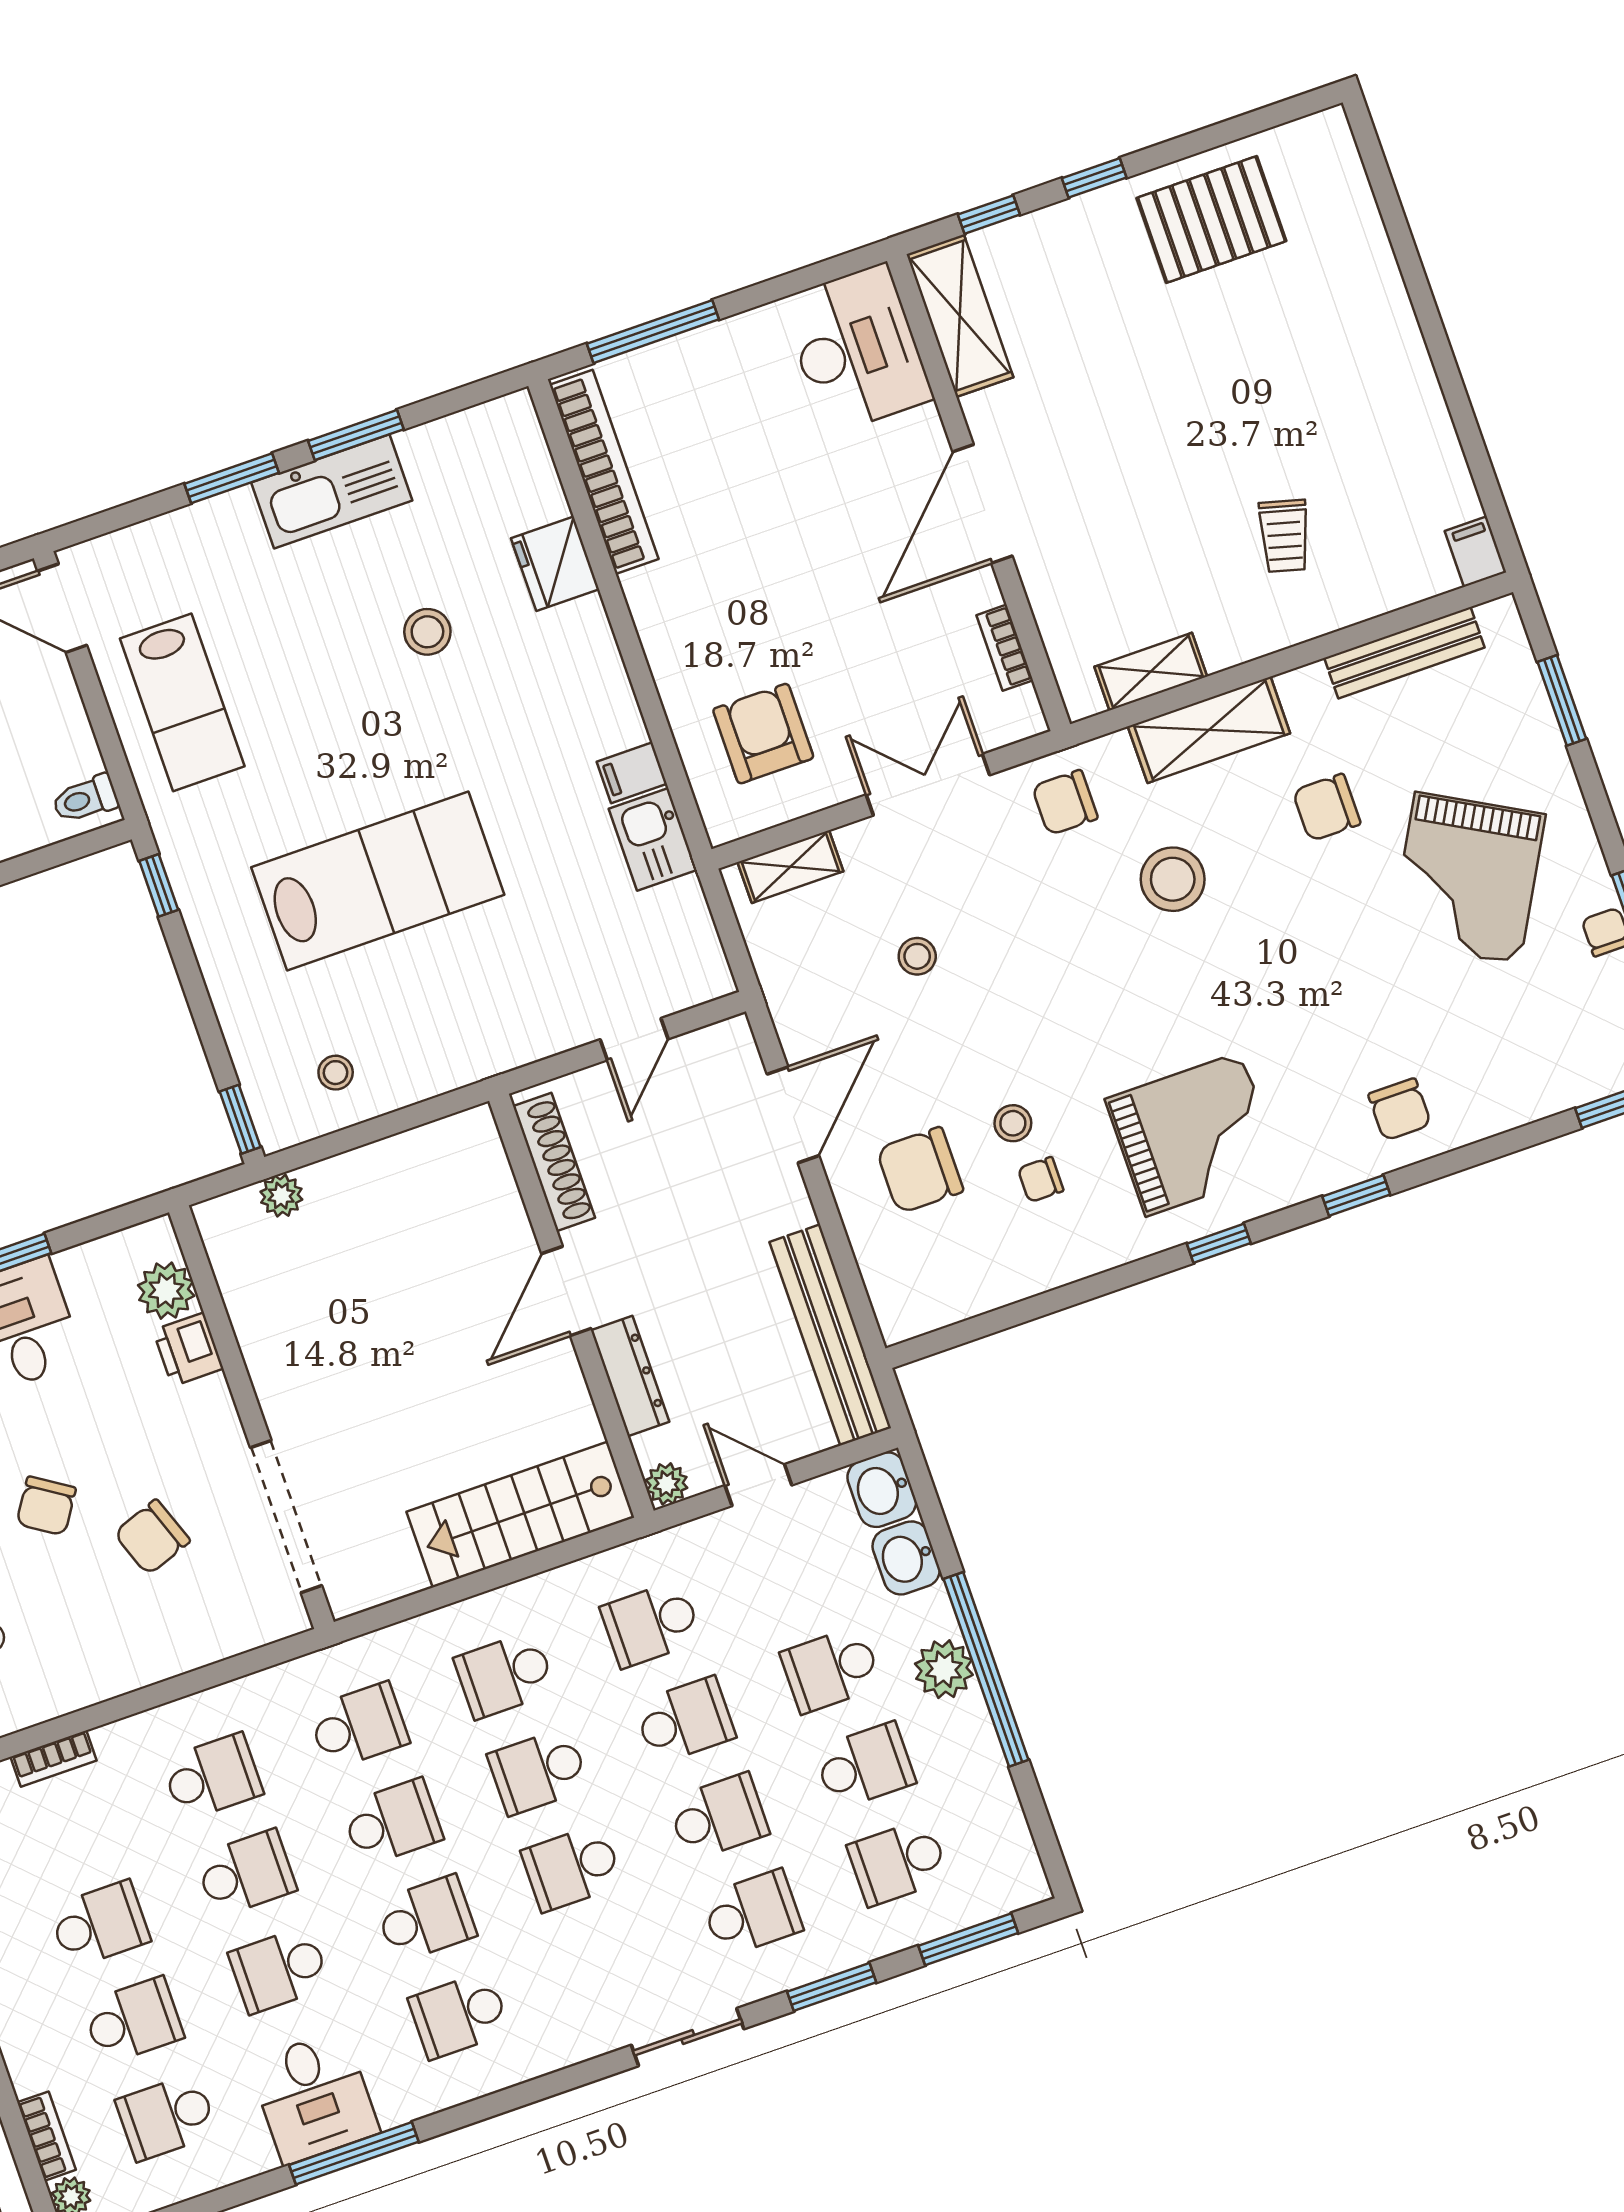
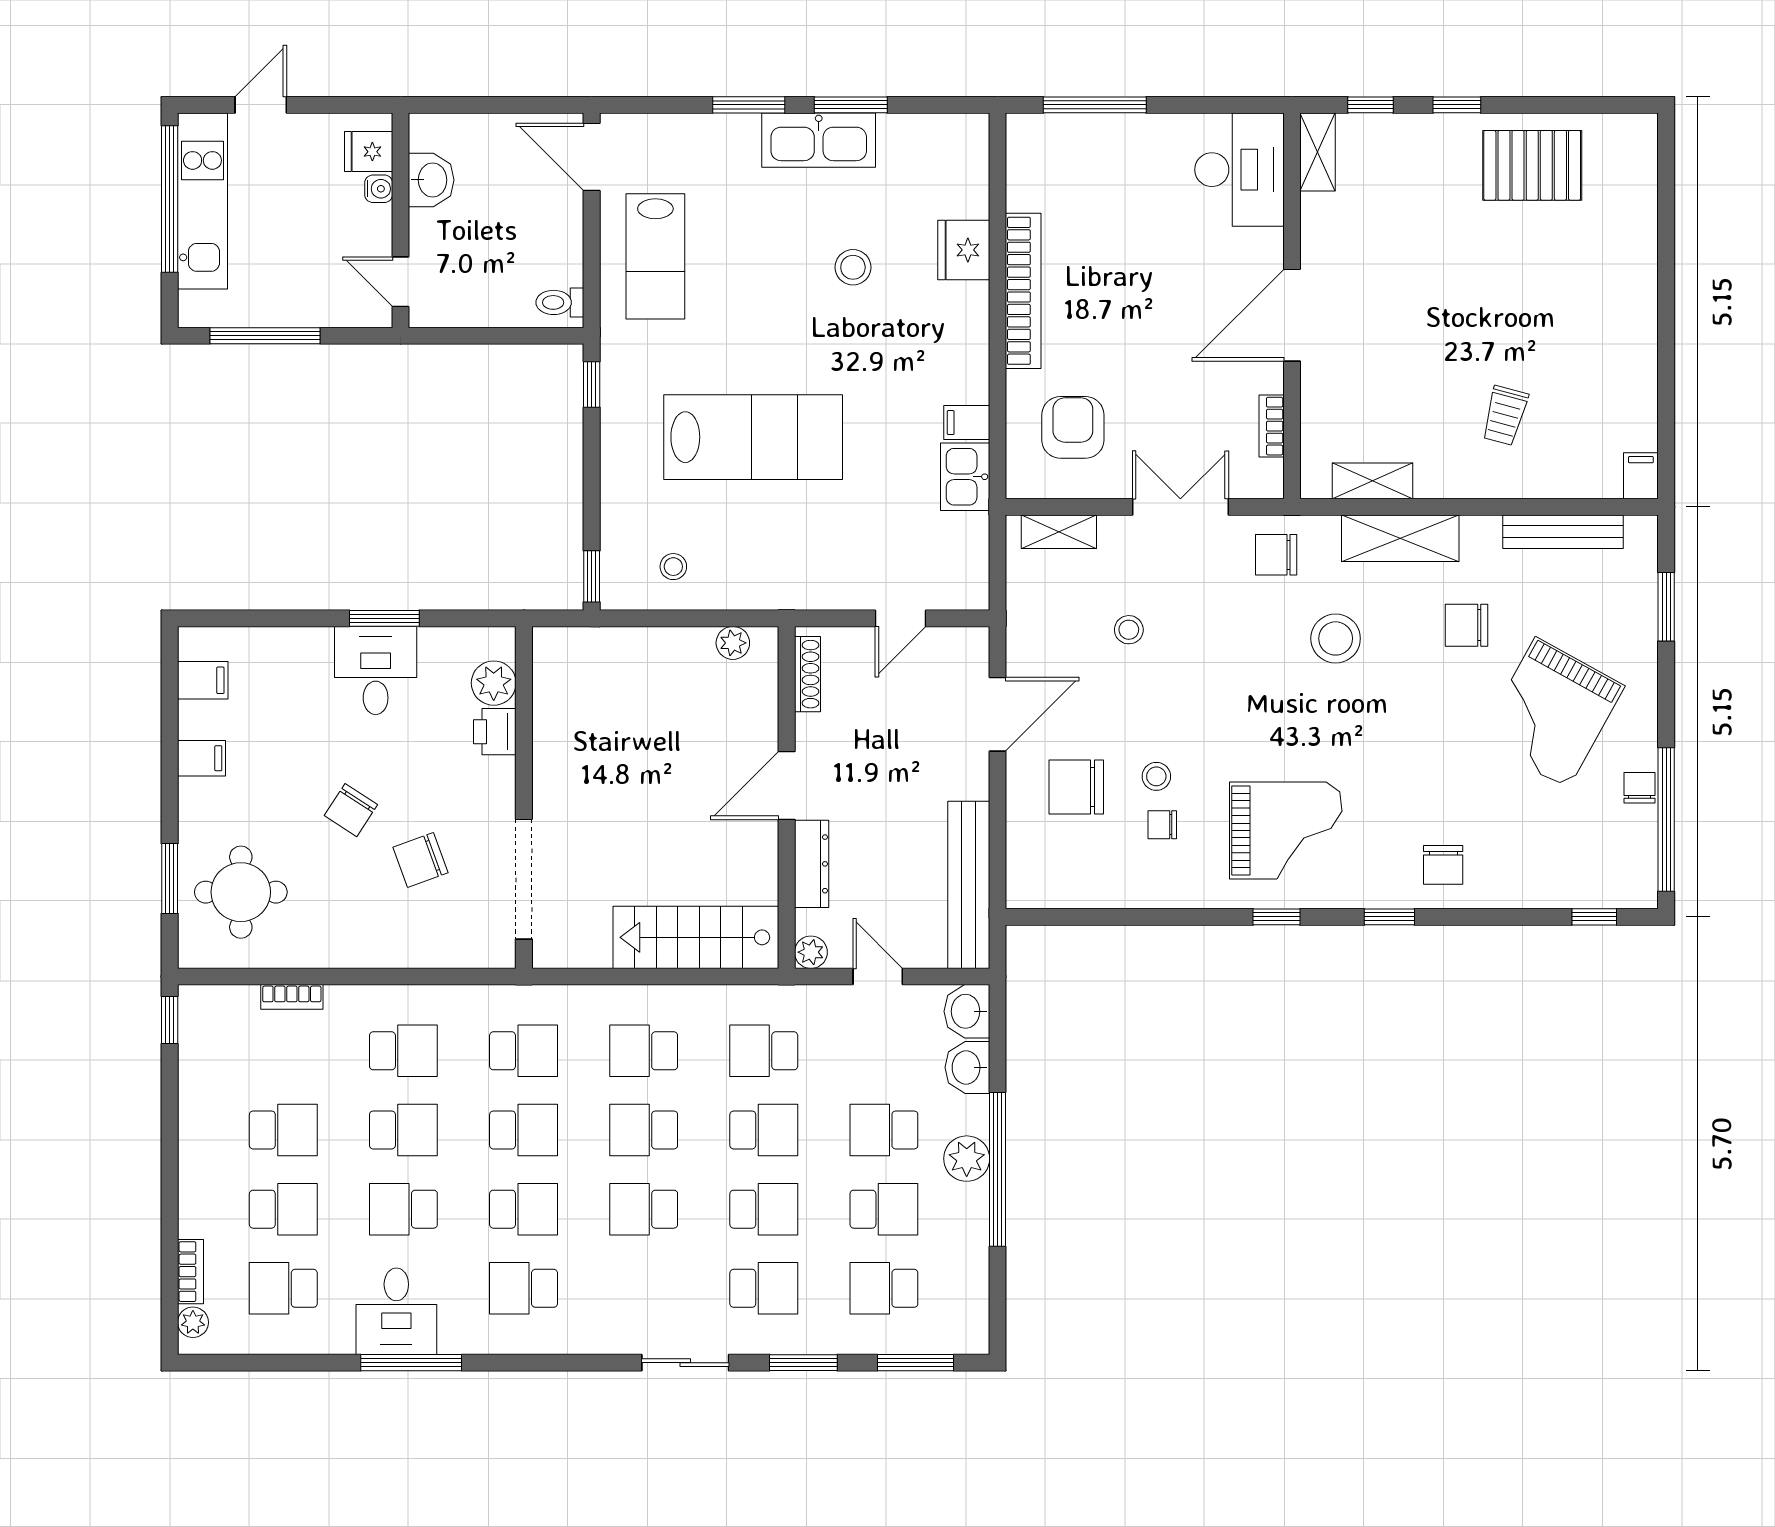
shelving: (960, 316) -> (1318, 152), width x0.67, depth x0.75
bookcase: (604, 472) -> (1023, 291), moved
shoe rack: (554, 1162) -> (807, 674), width x0.74, depth x0.81
plant: (281, 1196) -> (733, 643), moved

